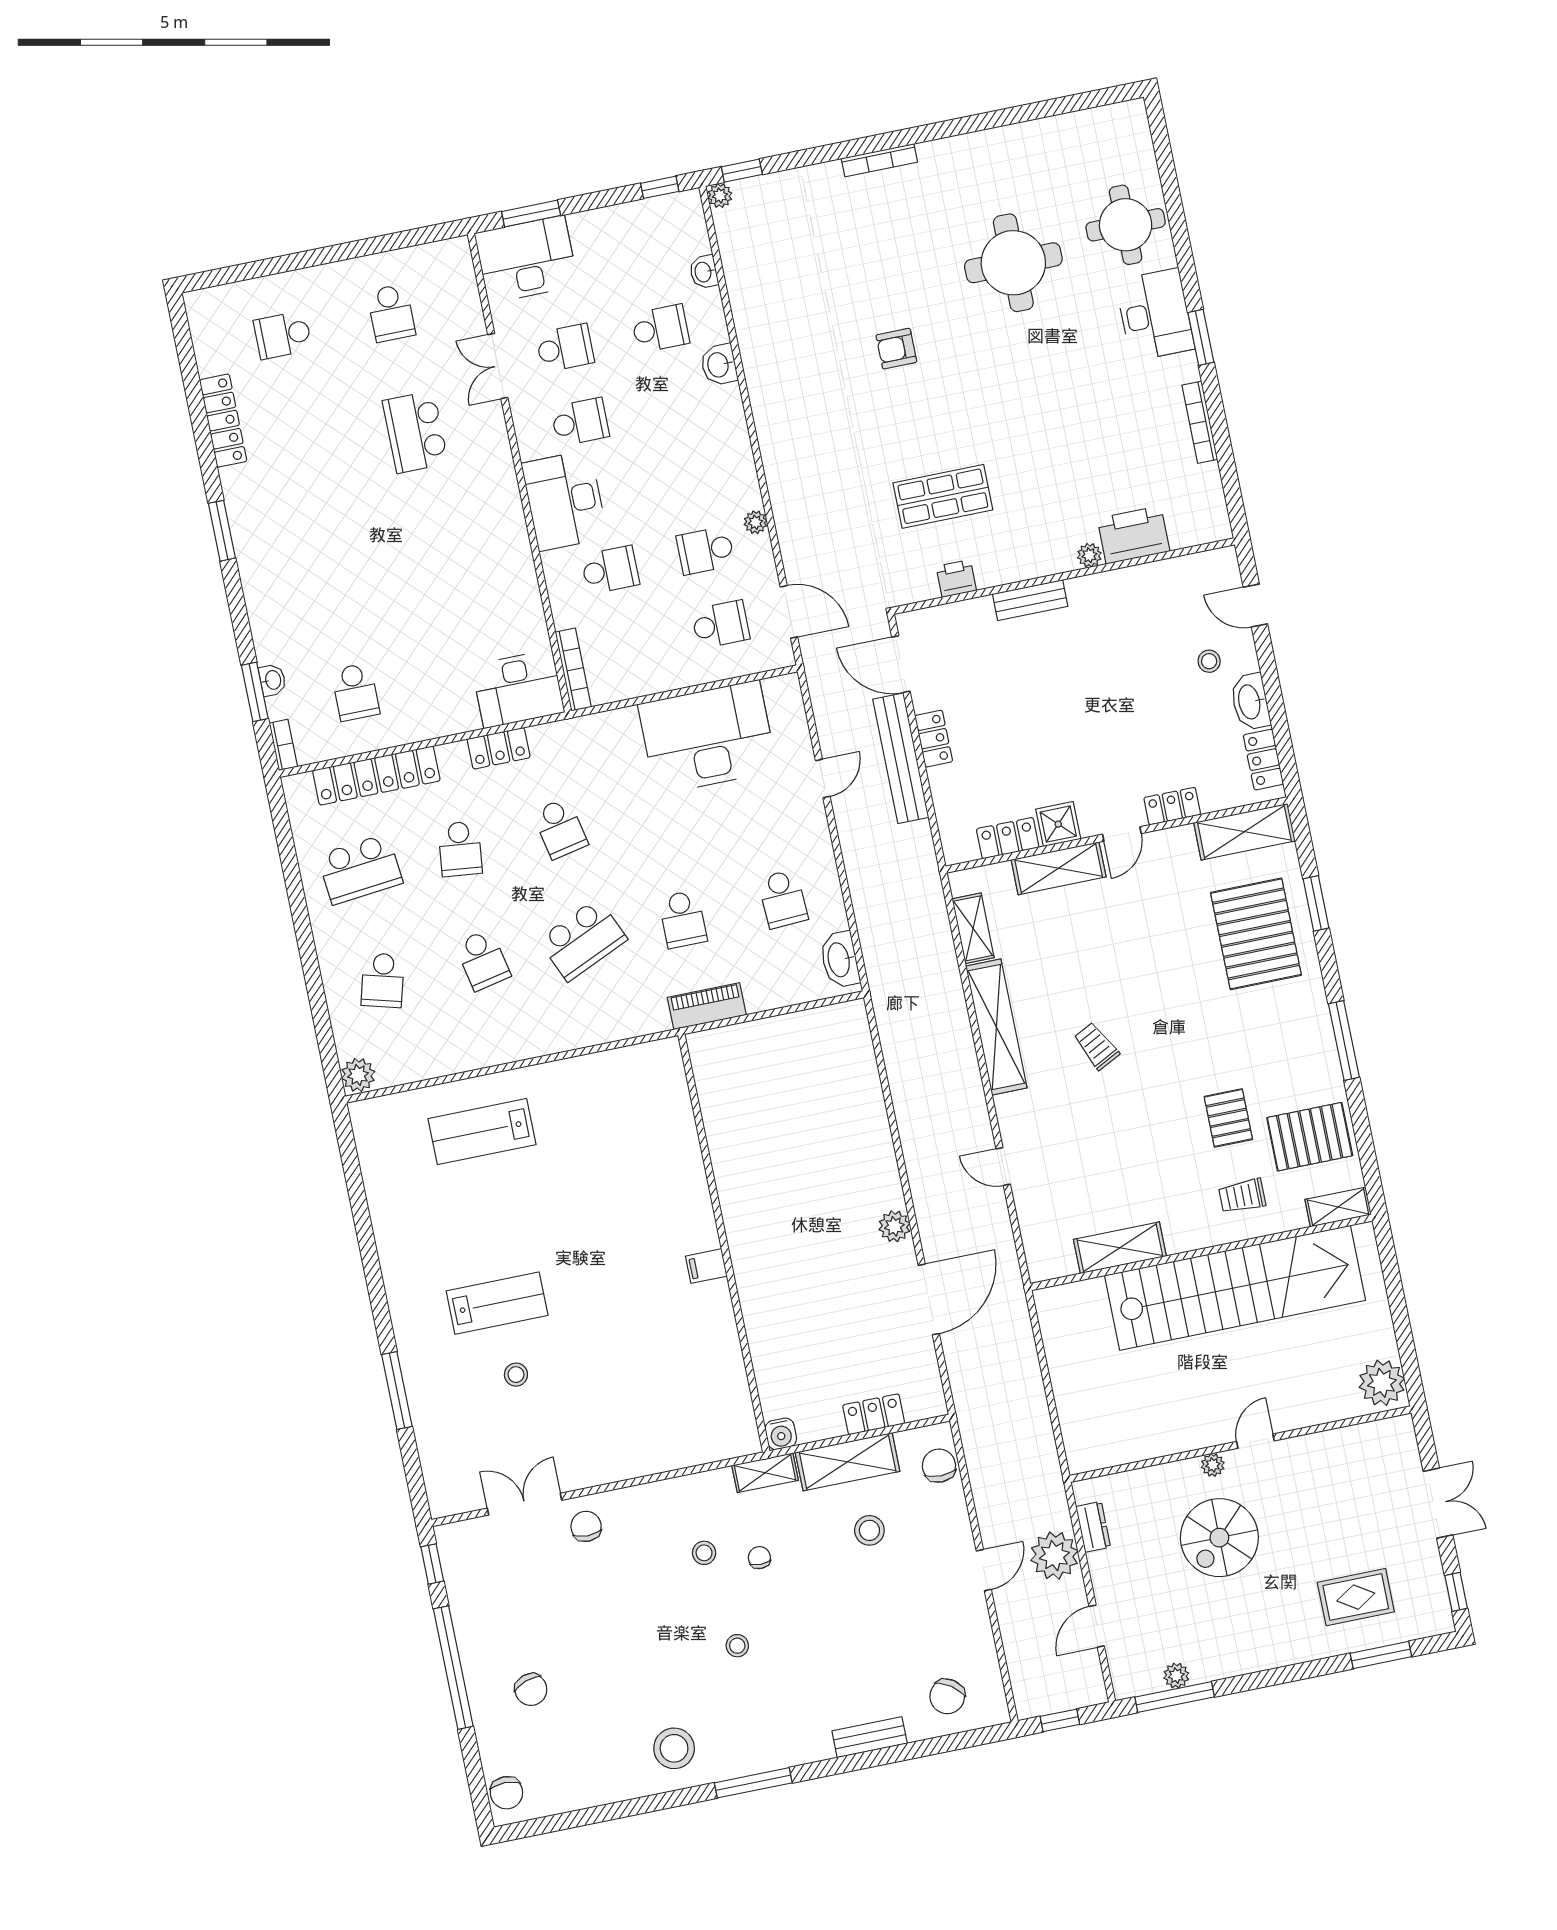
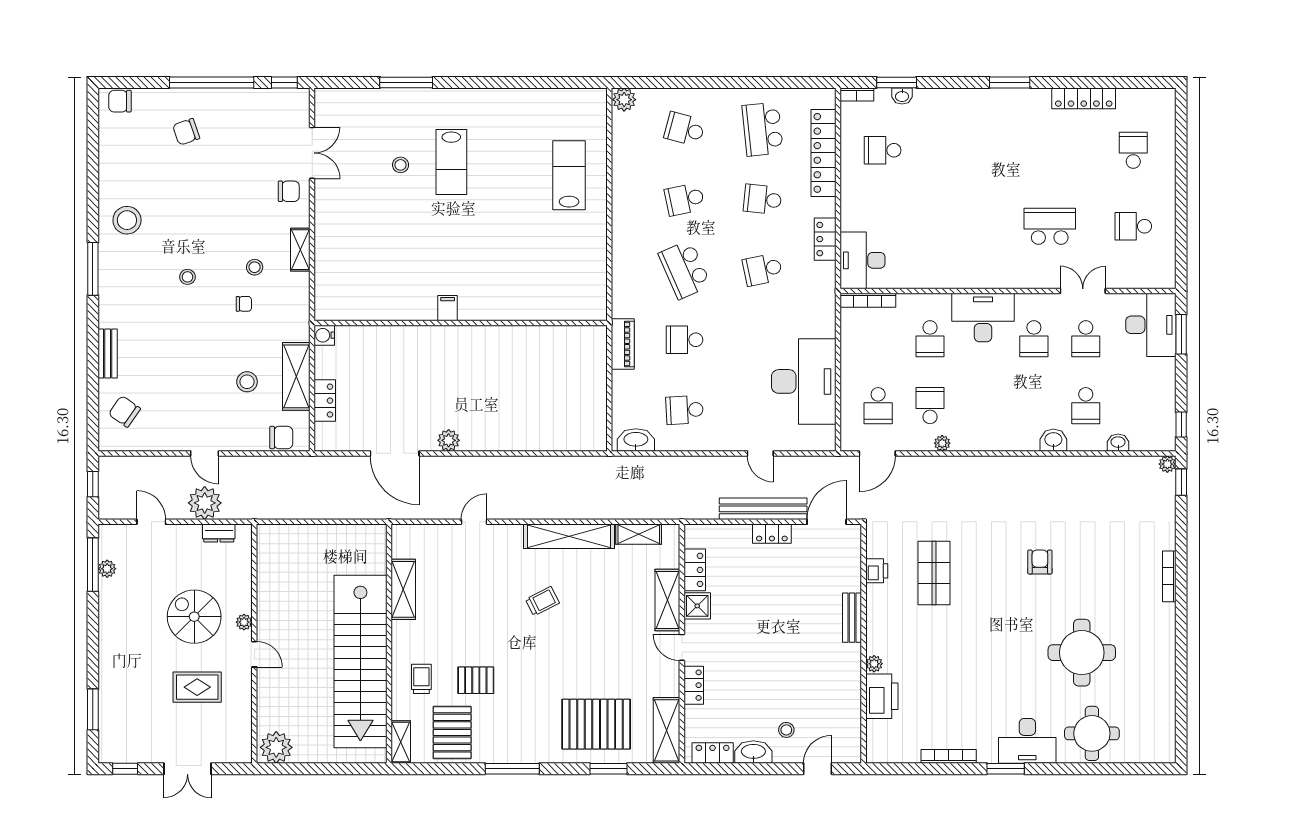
shelving: (765, 1473) -> (300, 250), moved
rug: (1356, 1597) -> (197, 687), moved, turned 90

